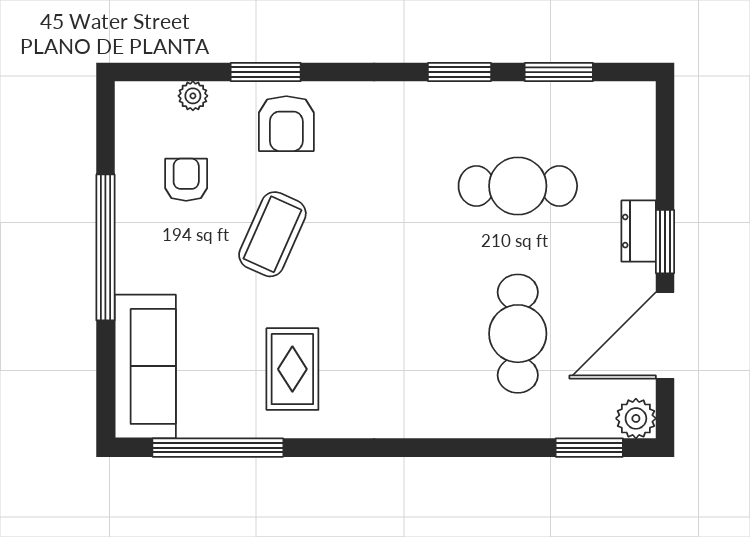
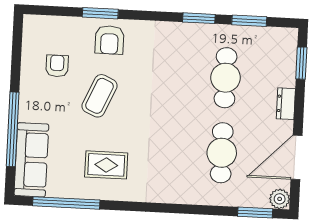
plant: (193, 96) -> (63, 23), removed
cafe table: (518, 186) -> (226, 78), turned 90
window: (665, 242) -> (301, 63), moved
window: (105, 247) -> (13, 129), moved
rug: (292, 369) -> (106, 165), turned 90

